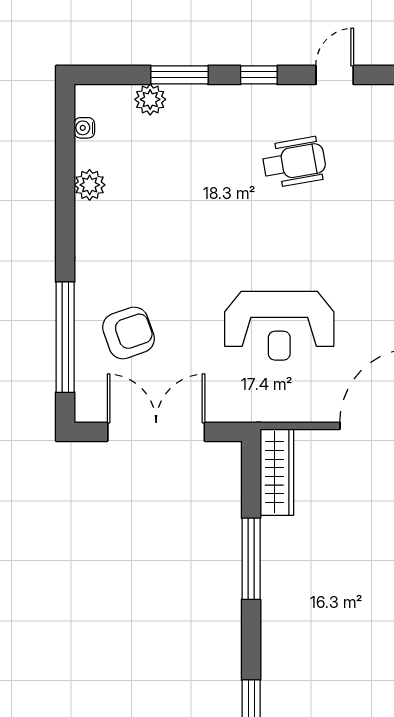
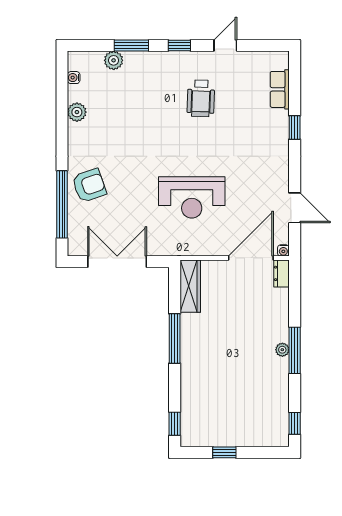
wheelchair: (294, 162) -> (201, 98), turned 102
armchair: (129, 333) -> (89, 185), moved

